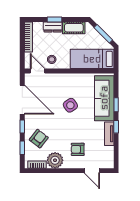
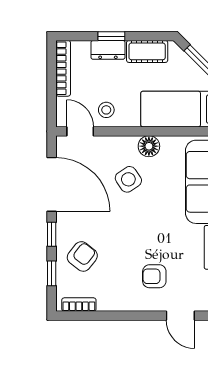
floor lamp: (75, 79) -> (149, 146), added
side table: (70, 105) -> (128, 179), moved
plant: (55, 160) -> (112, 297), removed

